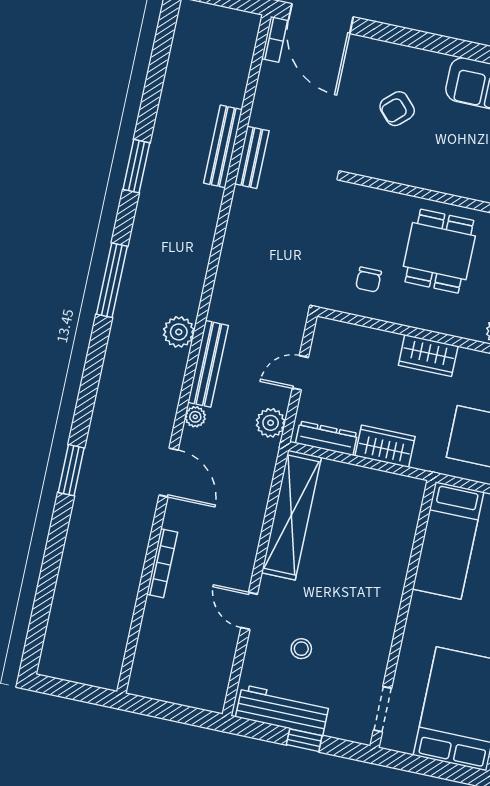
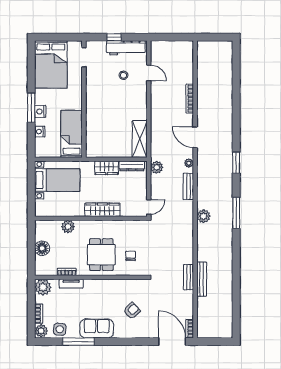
window: (136, 166) -> (236, 263), removed
chair: (369, 280) -> (131, 256), moved
plant: (179, 332) -> (203, 216), moved
wardrobe: (428, 356) -> (102, 210), width x1.50
bench: (208, 364) -> (188, 186), width x0.73
door: (300, 373) -> (149, 207), moved
window: (71, 470) -> (236, 163), moved
shelving: (291, 515) -> (140, 139), width x0.68
door: (249, 611) -> (149, 73), moved

